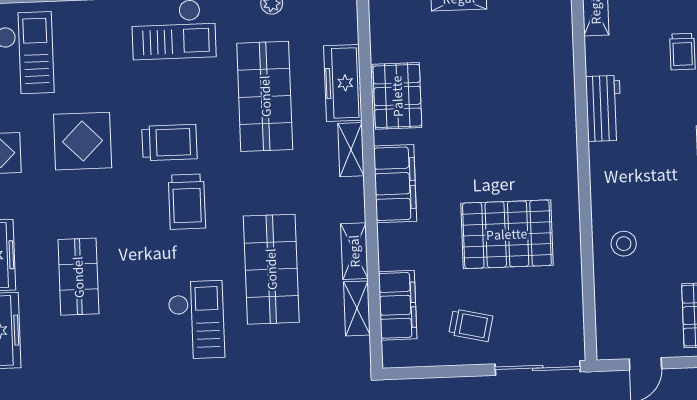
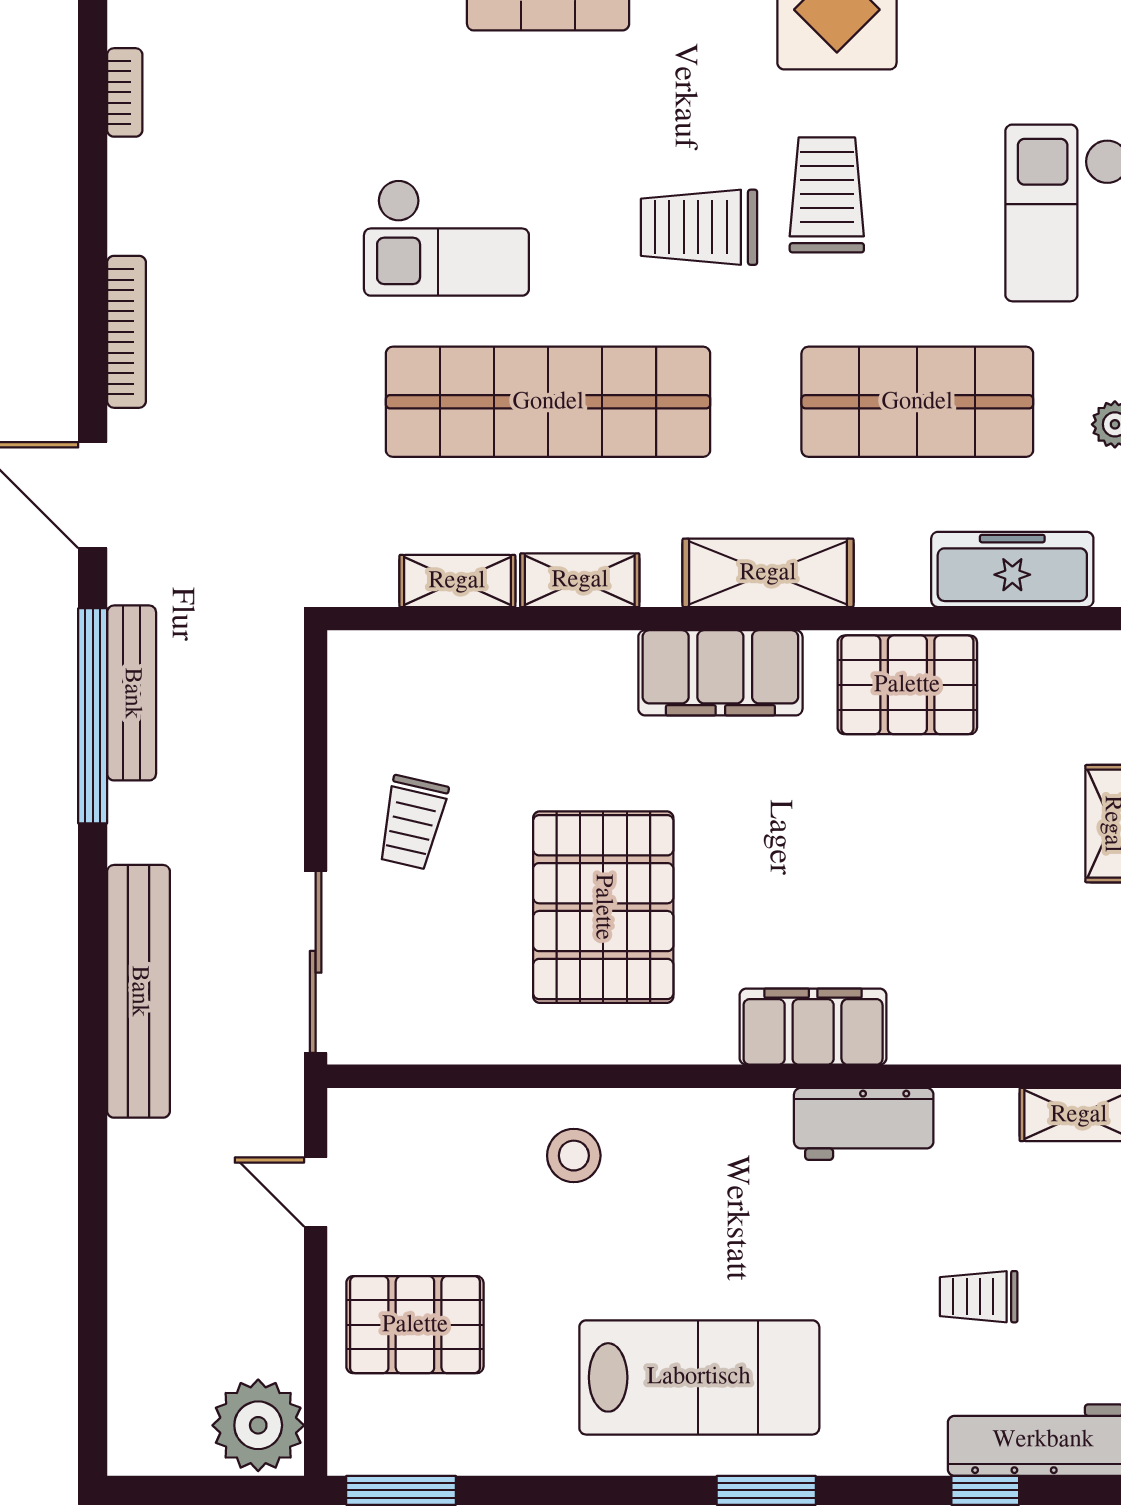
freezer: (343, 83) -> (1012, 569), moved
trolley: (169, 142) -> (827, 195), turned 180
shelving: (351, 150) -> (768, 573), width x1.50, depth x1.33
shop shelf: (271, 269) -> (548, 402), width x1.40
filing cabinet: (398, 305) -> (813, 1027), moved, turned 180

